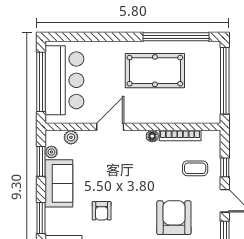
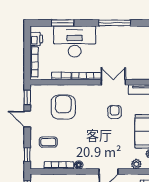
window: (225, 167) -> (27, 155), moved
armchair: (174, 218) -> (63, 107), turned 180

